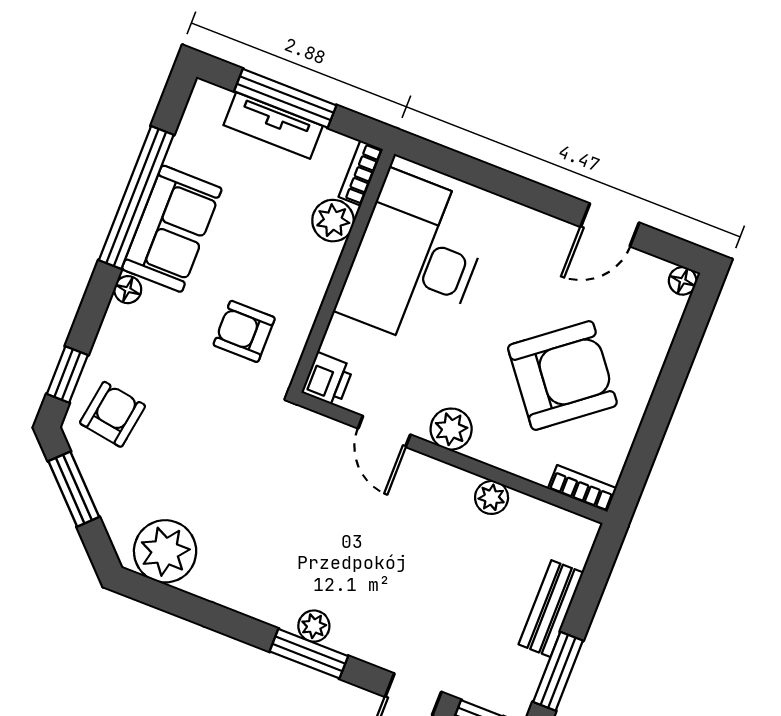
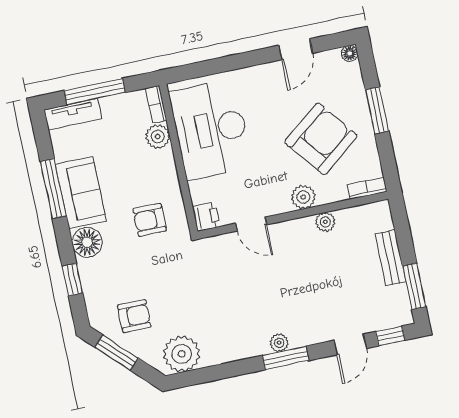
tv unit: (273, 125) -> (73, 114), moved
window: (136, 197) -> (53, 189), width x0.68
floor lamp: (128, 290) -> (87, 242), width x1.89, depth x1.89
window: (67, 374) -> (72, 280), moved
window: (669, 387) -> (377, 110), added
armchair: (113, 414) -> (134, 316), moved, turned 81
plant: (451, 429) -> (303, 197), moved

